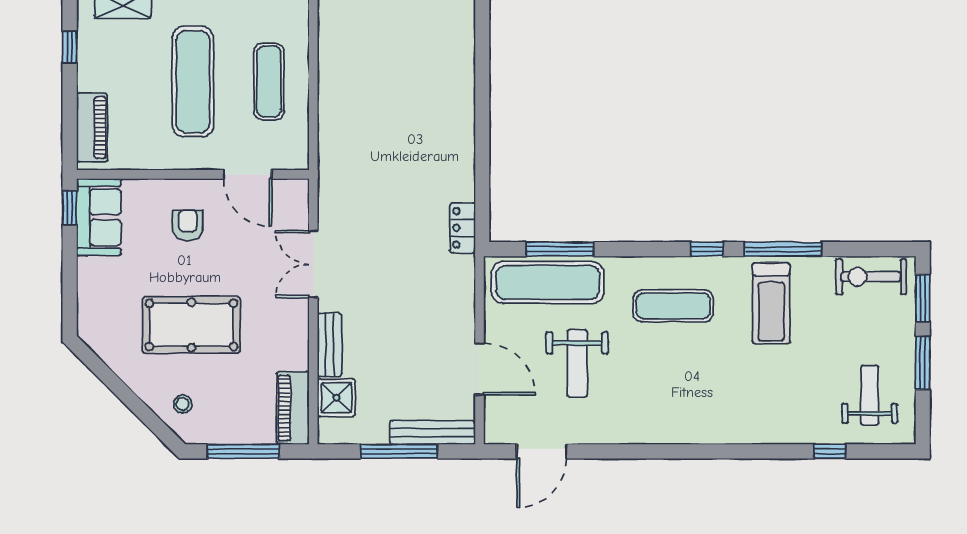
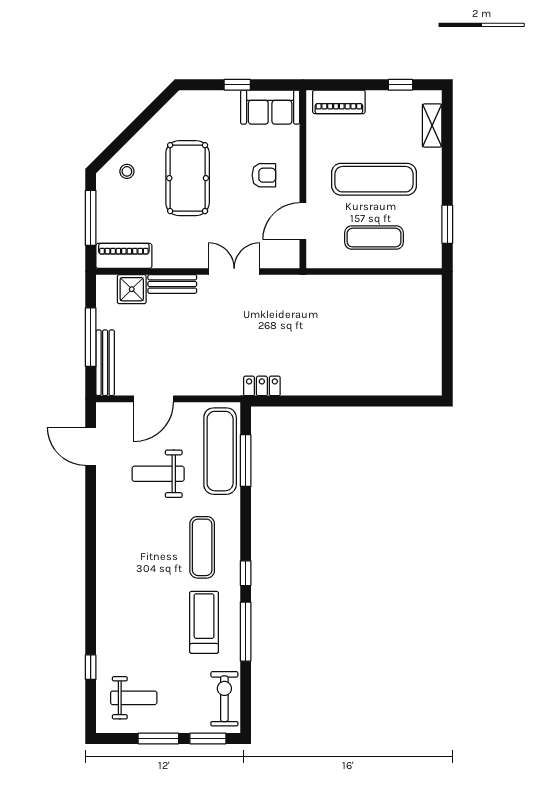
window: (70, 208) -> (237, 85), moved
treadmill: (771, 303) -> (204, 622), turned 90

